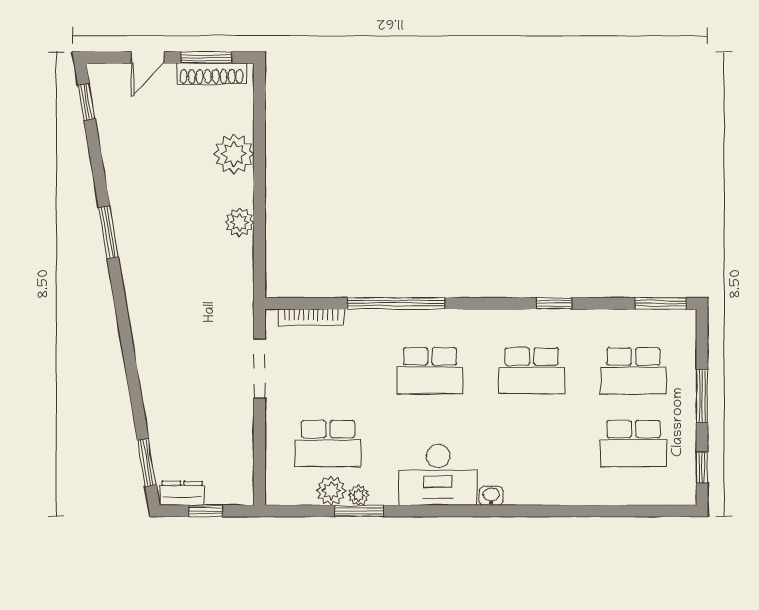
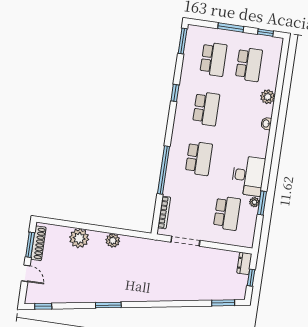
desk: (438, 475) -> (248, 176), moved
plant: (331, 491) -> (268, 97), moved
dresser: (182, 493) -> (244, 263), moved
washbasin: (491, 496) -> (266, 124), moved

